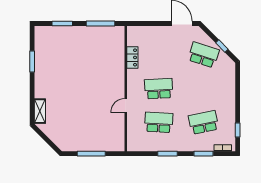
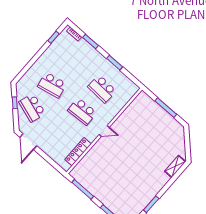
locker: (132, 57) -> (78, 152), width x1.53
door: (126, 106) -> (104, 131), moved
school desk: (204, 122) -> (52, 85), moved

